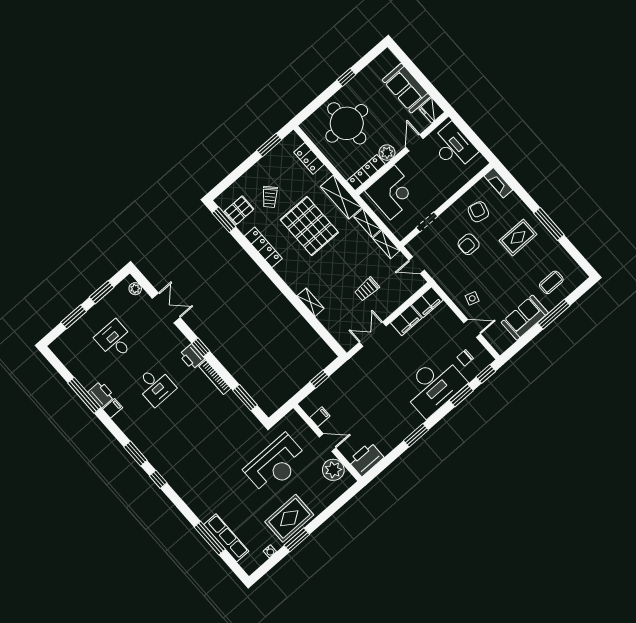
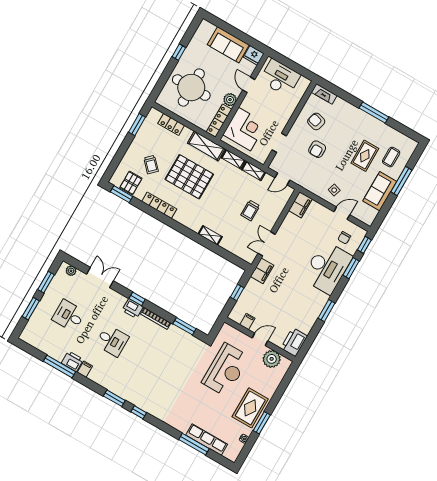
rug: (518, 237) -> (365, 156), moved
filing cabinet: (406, 321) -> (262, 271), moved

